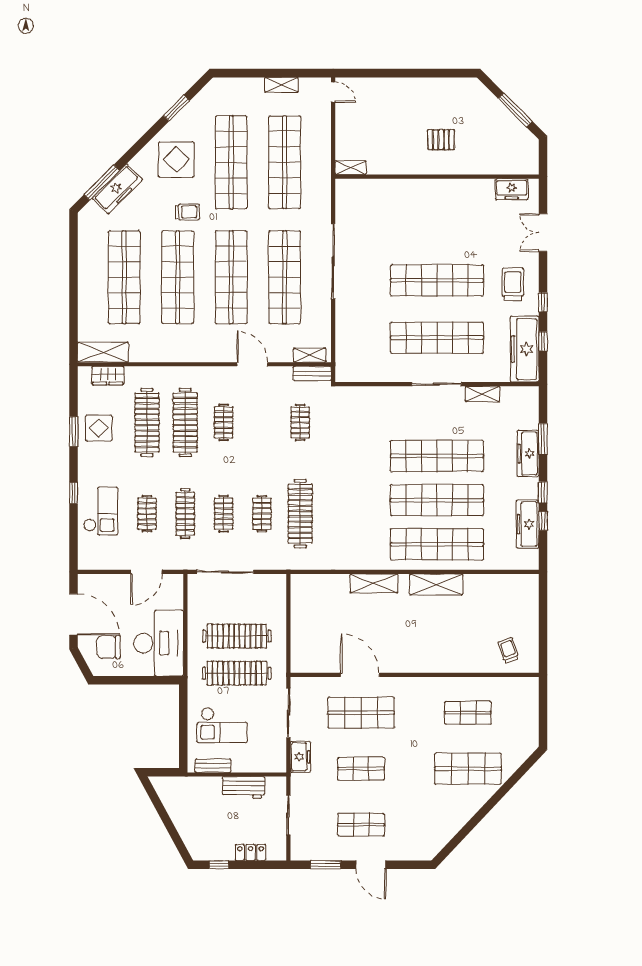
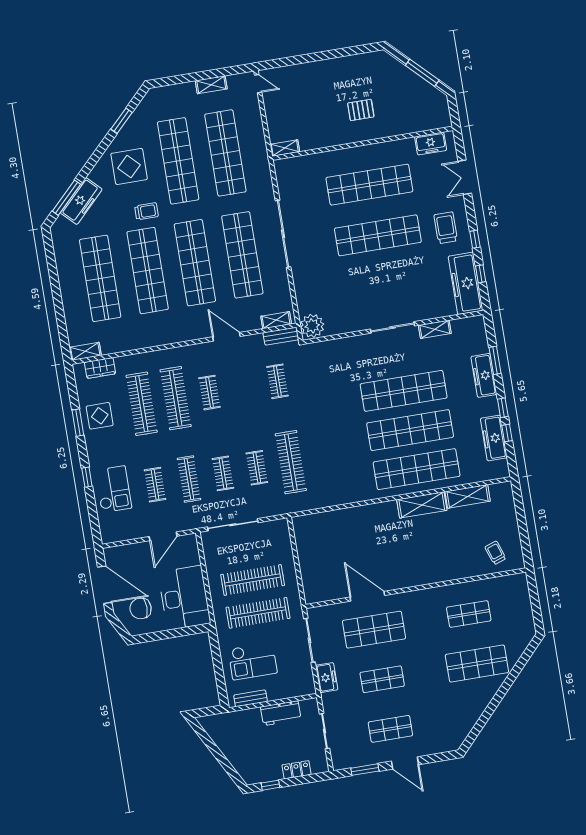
shop shelf: (437, 338) -> (369, 185), moved
shelving: (103, 352) -> (85, 351), width x0.67, depth x0.75
plant: (348, 368) -> (312, 326), added
shelving: (374, 583) -> (468, 496), moved

